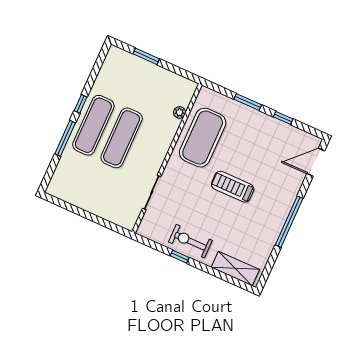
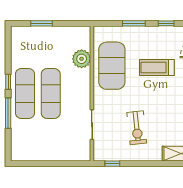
plant: (179, 112) -> (82, 59), width x1.87, depth x1.87
treadmill: (233, 187) -> (157, 68), moved
exercise bike: (190, 241) -> (137, 128), moved, turned -96
window: (180, 257) -> (112, 164), moved

